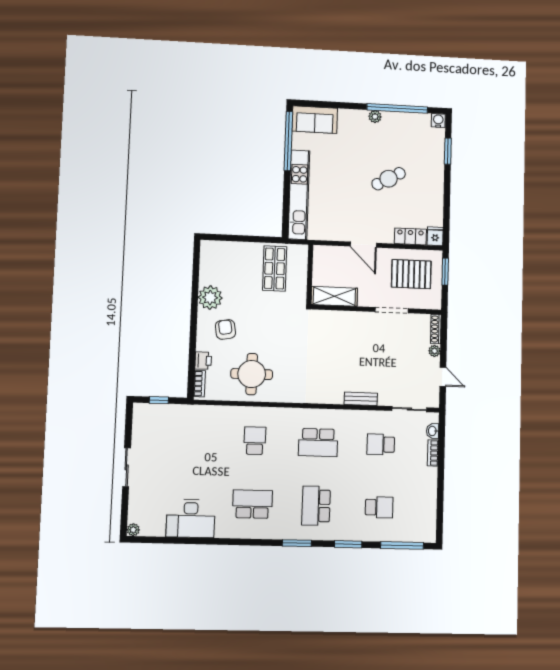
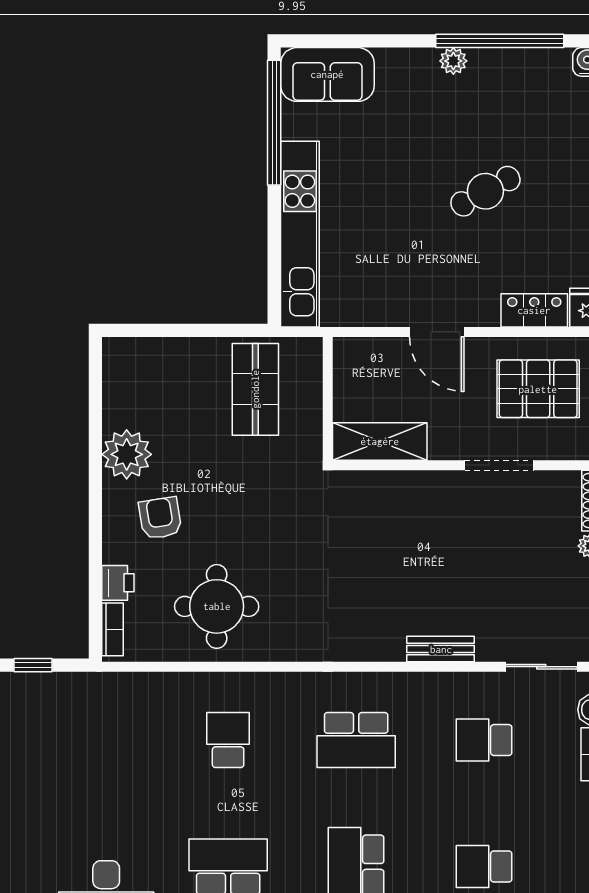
school desk: (379, 507) -> (484, 866), turned 180

